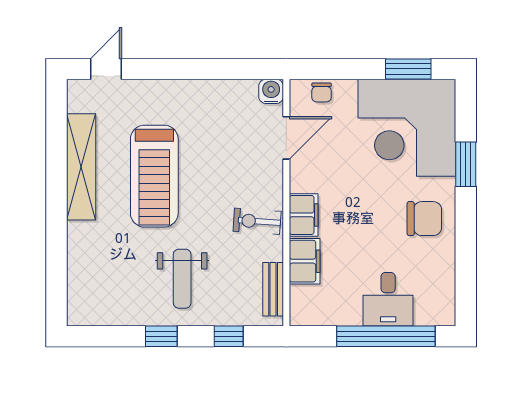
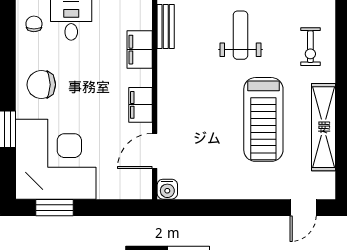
chair: (322, 92) -> (34, 24), moved
treadmill: (154, 176) -> (263, 119), turned 180
filing cabinet: (304, 215) -> (141, 105), moved
exercise bike: (257, 221) -> (310, 47), moved, turned 86

